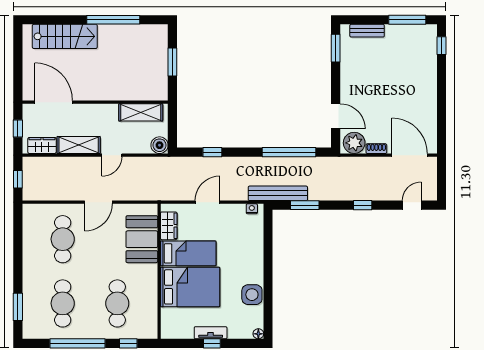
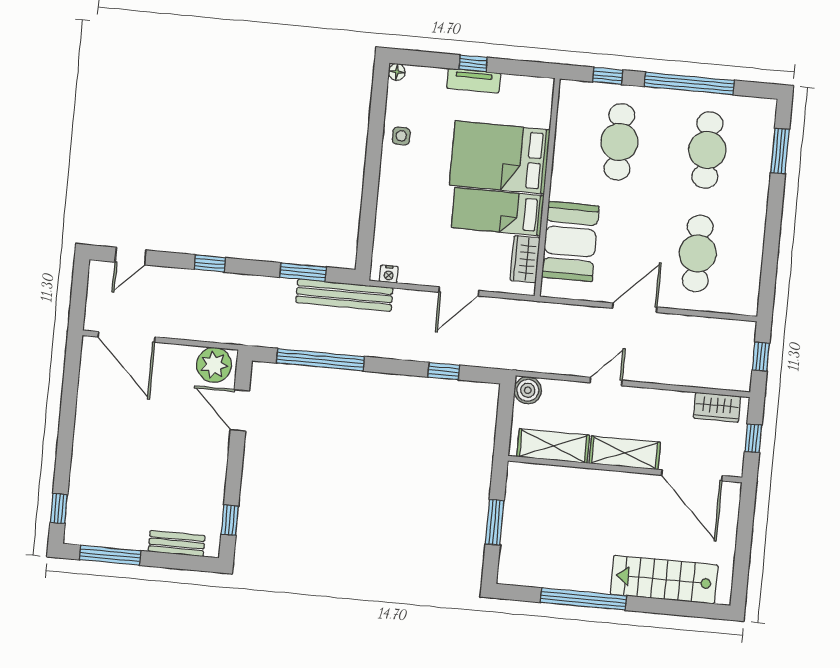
window: (336, 48) -> (230, 520), width x0.67
shelving: (79, 145) -> (625, 453), moved
shoe rack: (376, 149) -> (179, 352), removed
side table: (252, 295) -> (401, 136), width x0.54, depth x0.54

